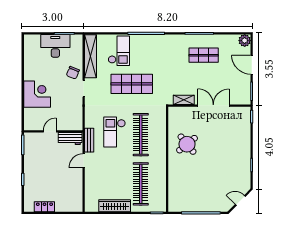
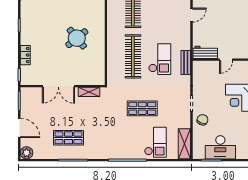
checkout: (119, 51) -> (155, 142), turned 180
shelving: (91, 56) -> (184, 144), width x0.68
shop shelf: (132, 84) -> (142, 108), width x0.70, depth x0.74
locker: (246, 136) -> (25, 55), added
bench: (89, 140) -> (186, 62), moved
round table: (187, 144) -> (77, 38), moved
door: (84, 161) -> (191, 15), moved

